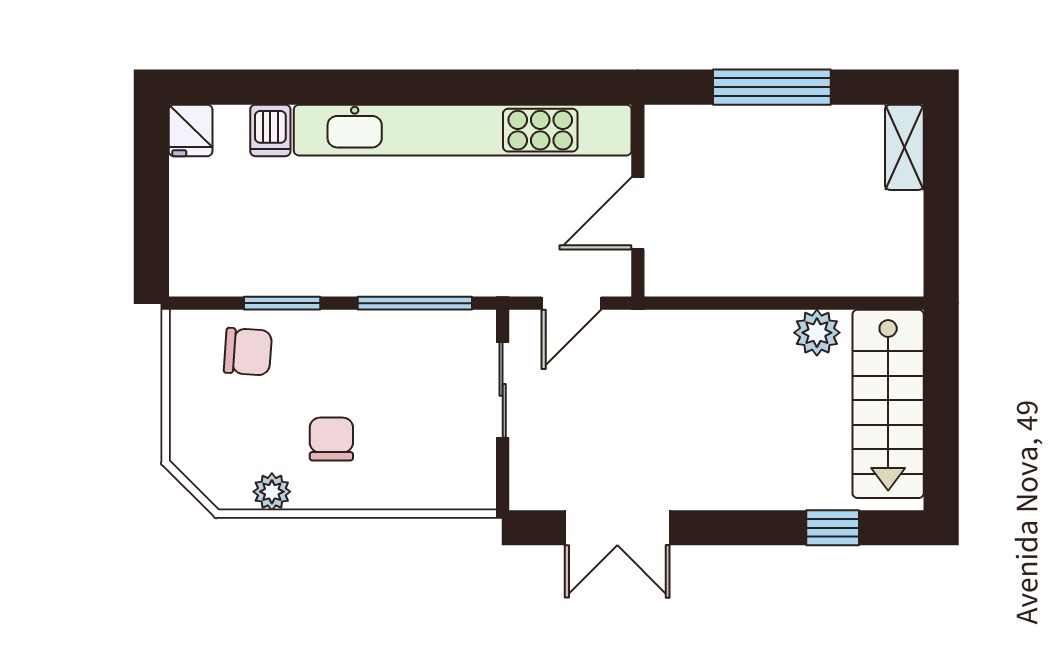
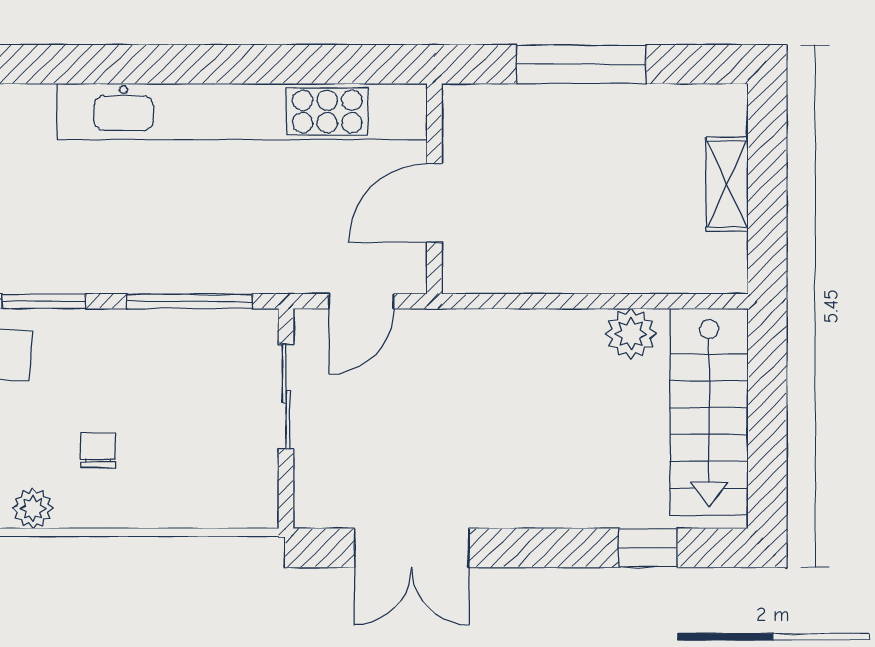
dishwasher: (270, 130) -> (31, 112), removed
shelving: (904, 147) -> (727, 184), moved
chair: (331, 439) -> (98, 450), width x0.73, depth x0.73

